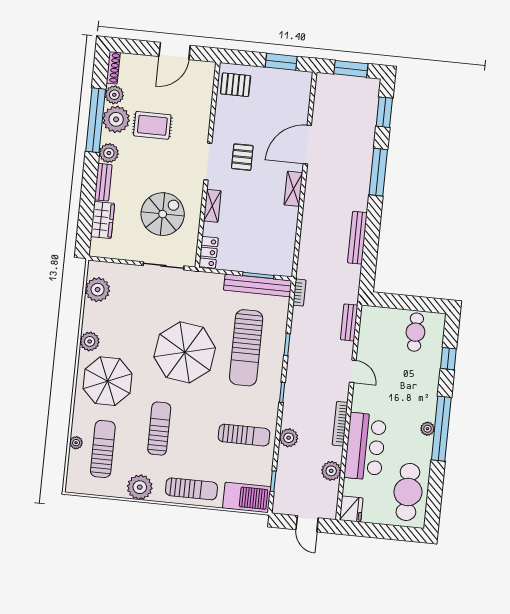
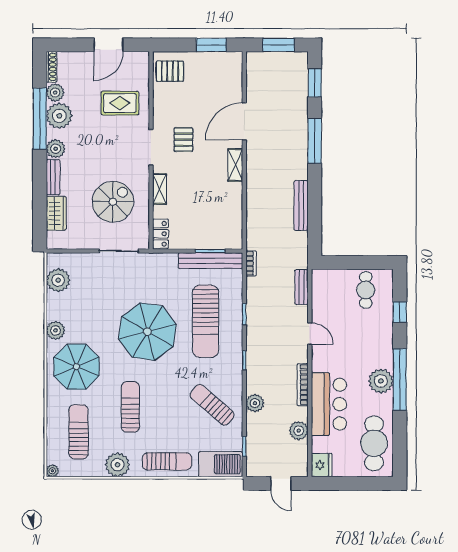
rug: (152, 125) -> (120, 103), moved
plant: (428, 429) -> (381, 381), width x1.87, depth x1.87
sun lounger: (244, 435) -> (212, 405), turned -139
plant: (76, 443) -> (52, 471), moved

